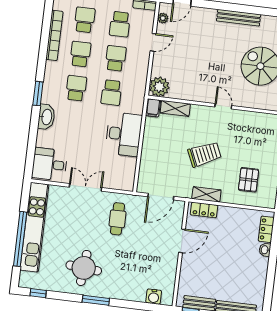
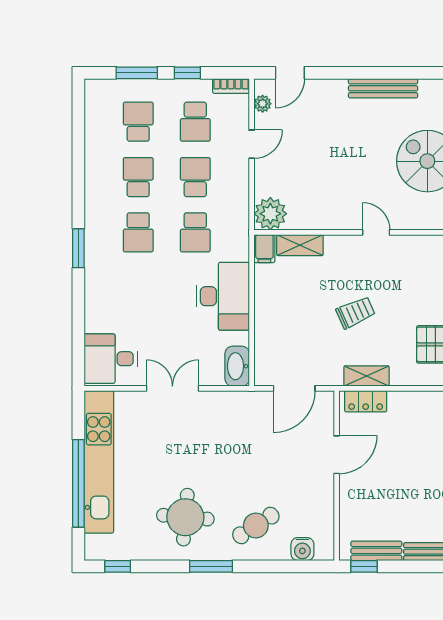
bookcase: (54, 35) -> (93, 152), removed
school desk: (76, 88) -> (138, 232), turned 180
washbasin: (46, 117) -> (237, 366), moved, turned 180
trolley: (205, 154) -> (356, 312), width x0.73, depth x0.72
cafe table: (117, 219) -> (256, 525), moved, turned 57

